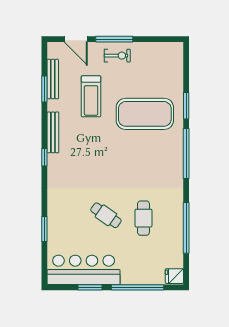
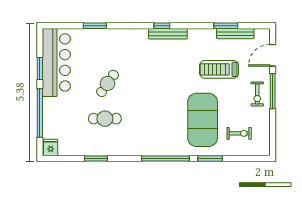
exercise bike: (159, 75) -> (239, 133), added
bench: (53, 132) -> (168, 34), moved
window: (186, 228) -> (96, 159), width x0.47

